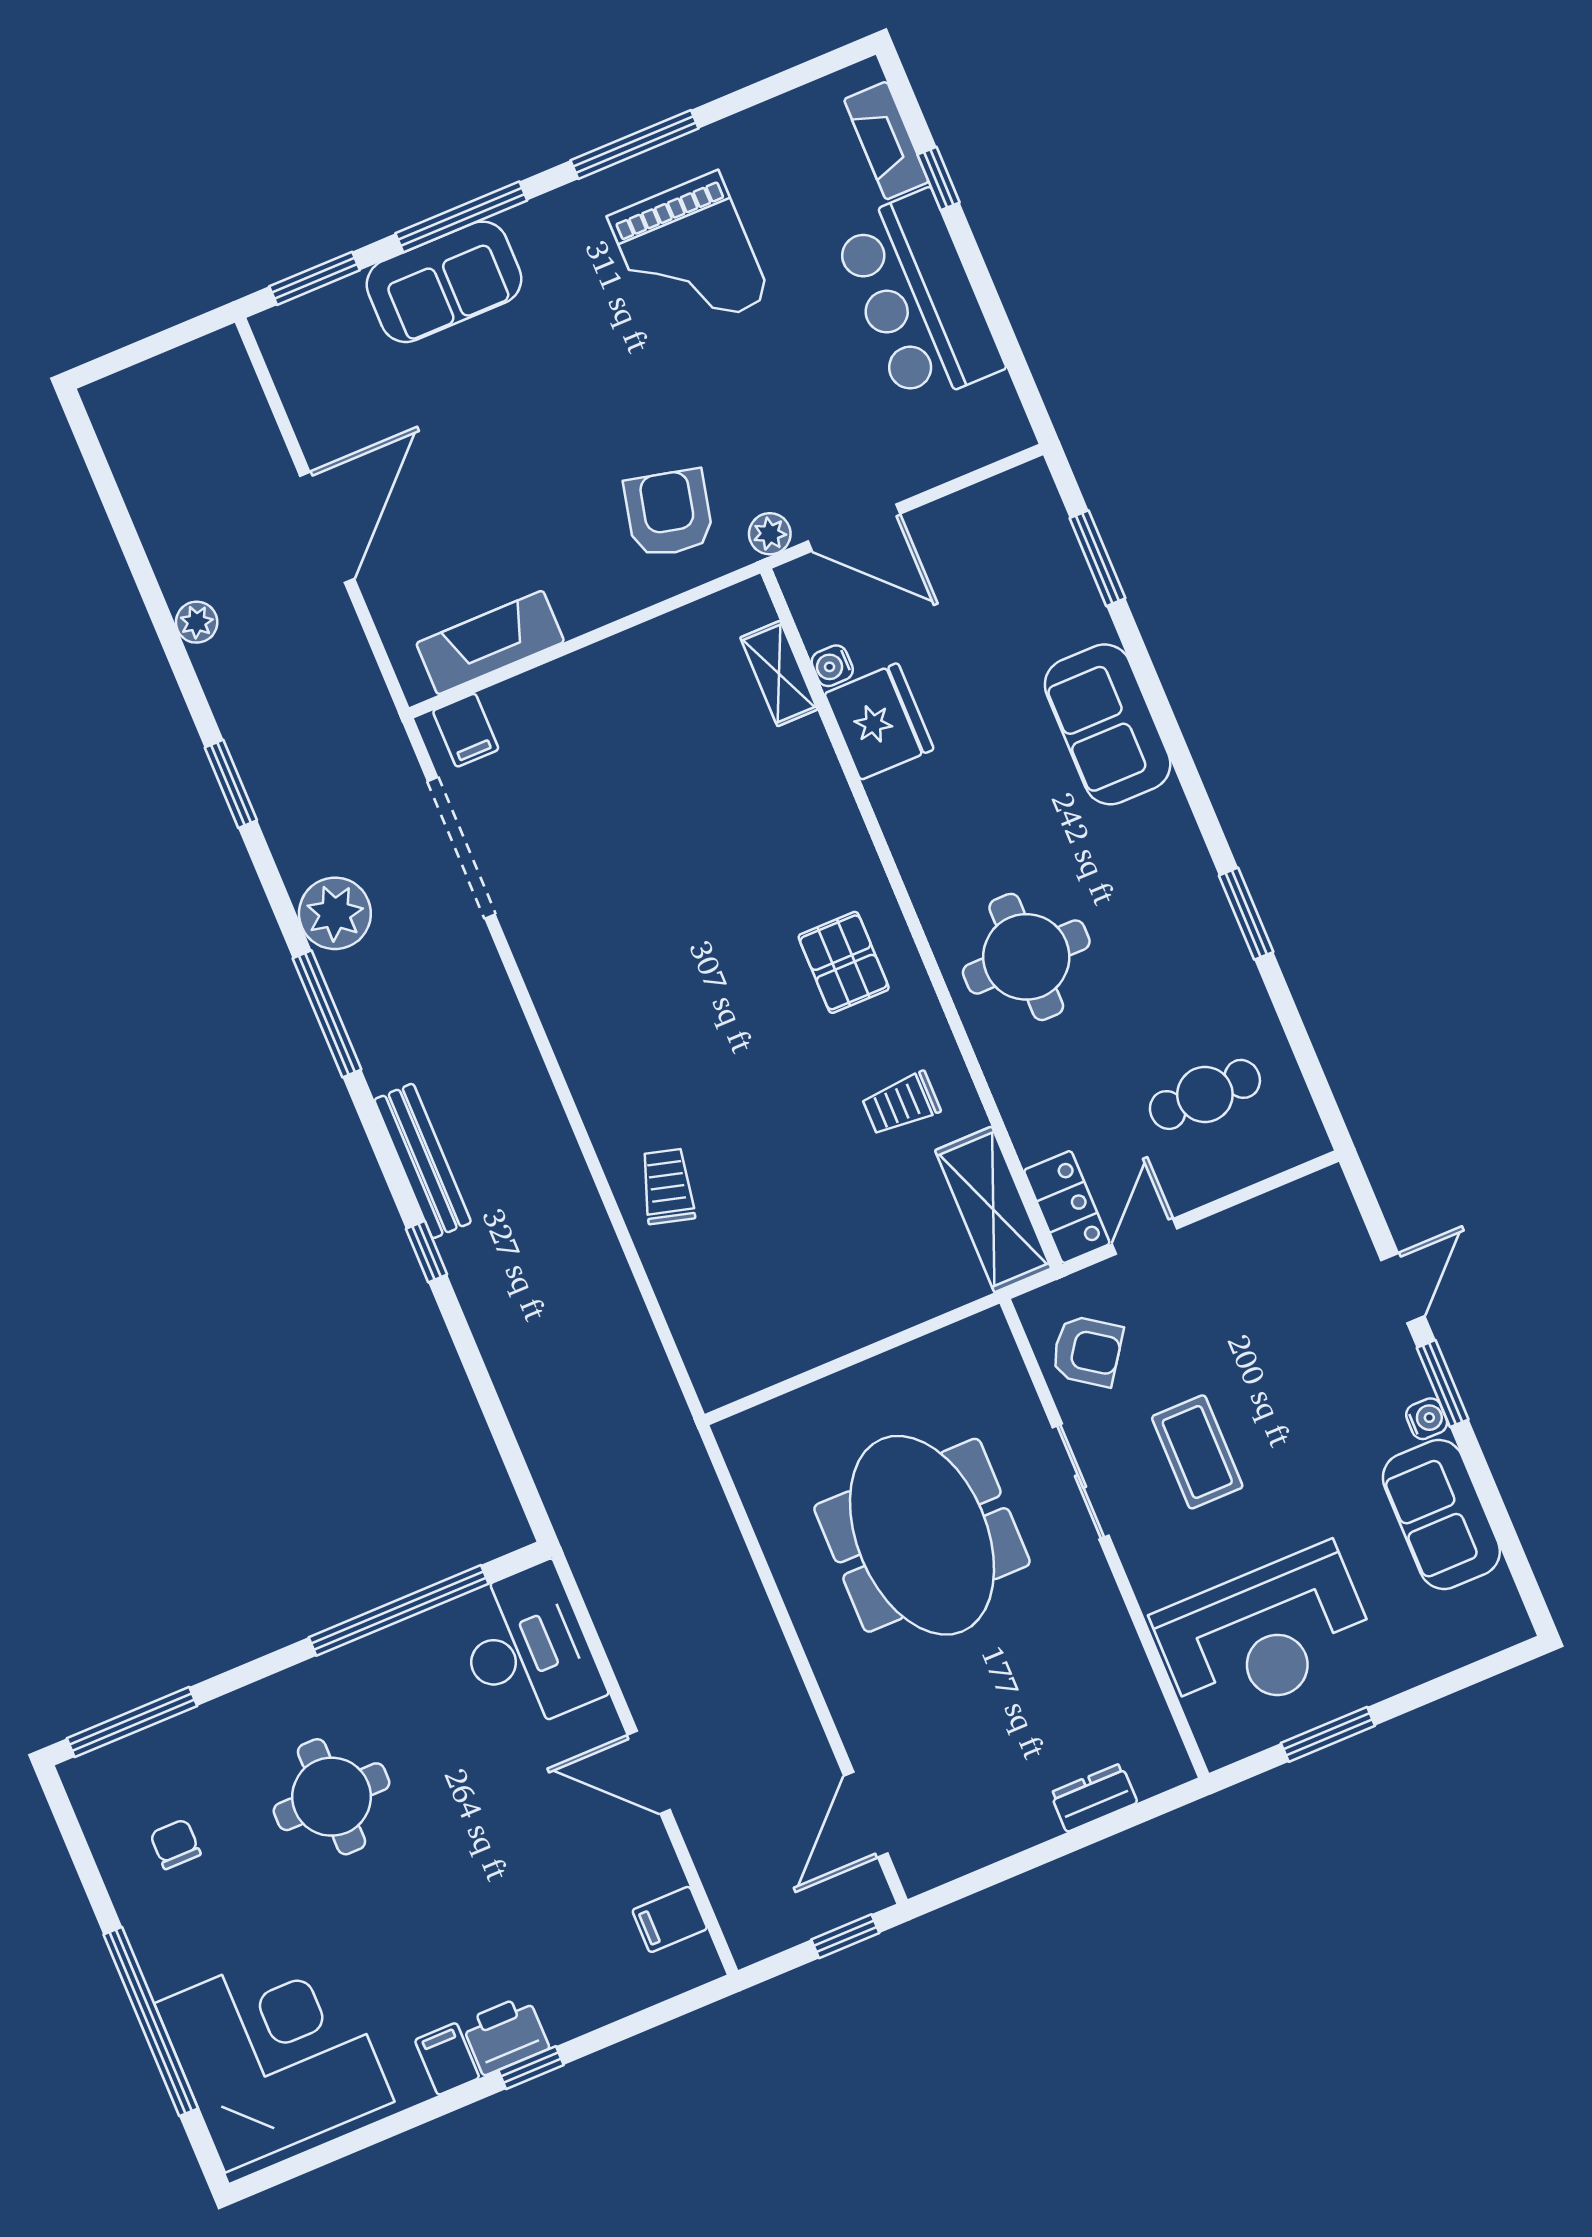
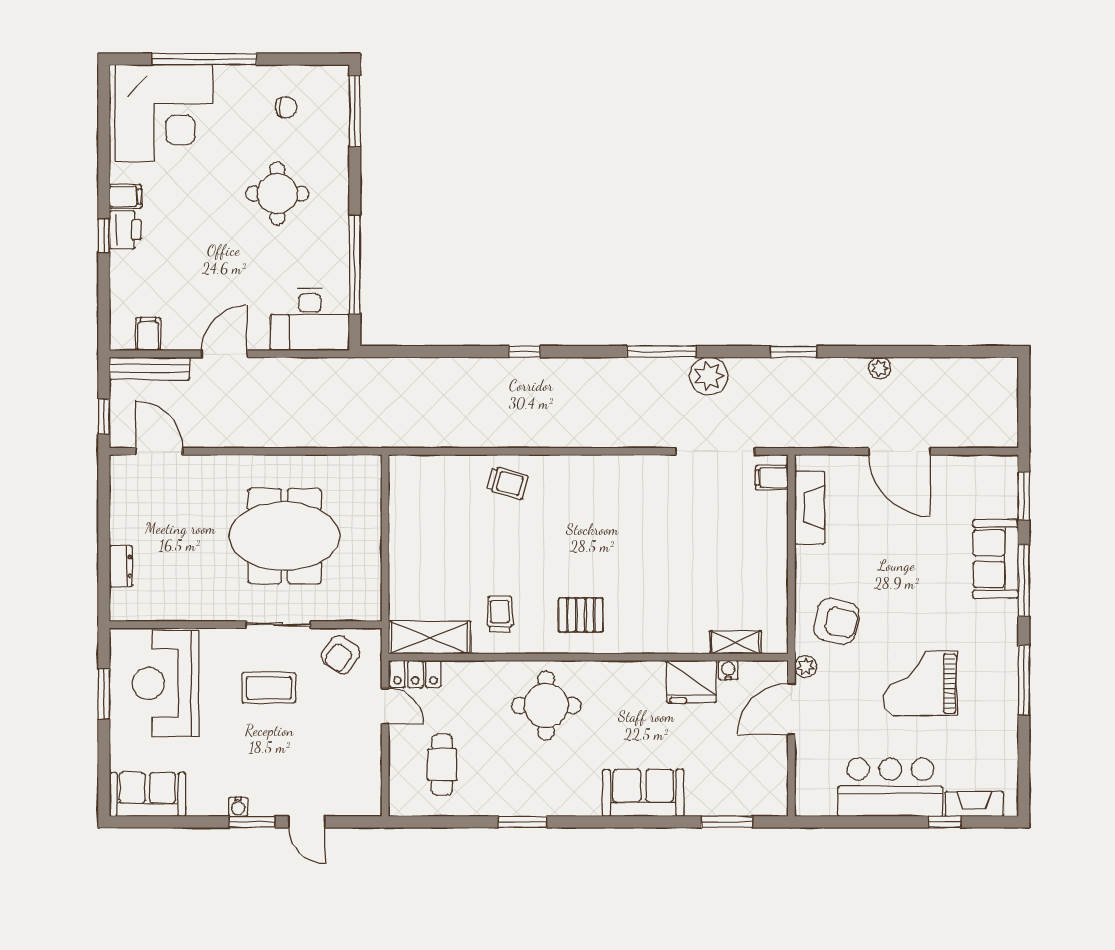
grand piano: (689, 257) -> (920, 684), moved
bench: (423, 1161) -> (150, 368), moved
sofa: (1441, 1514) -> (147, 794), moved

